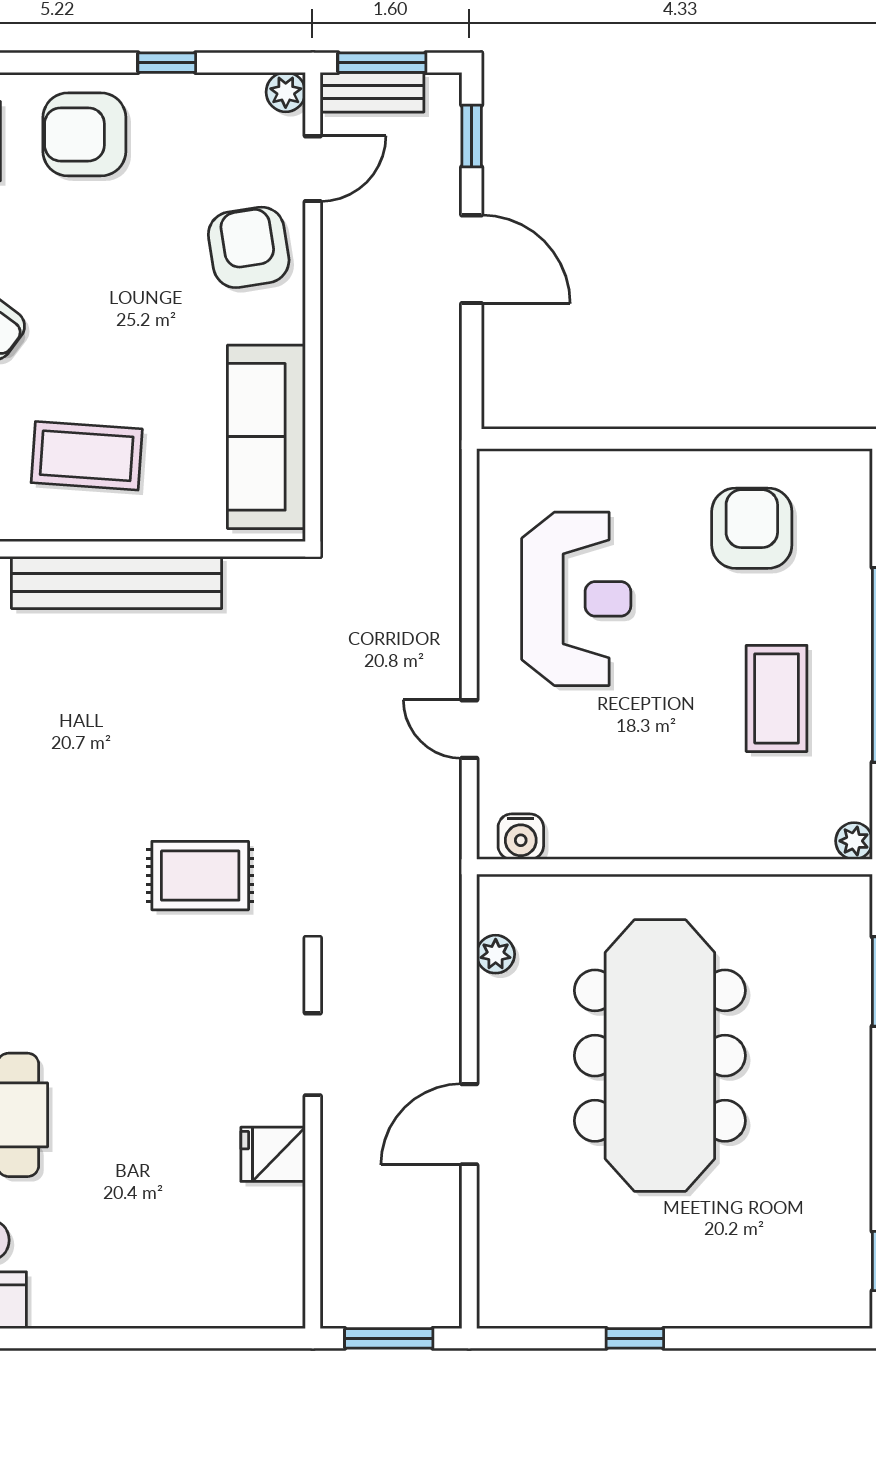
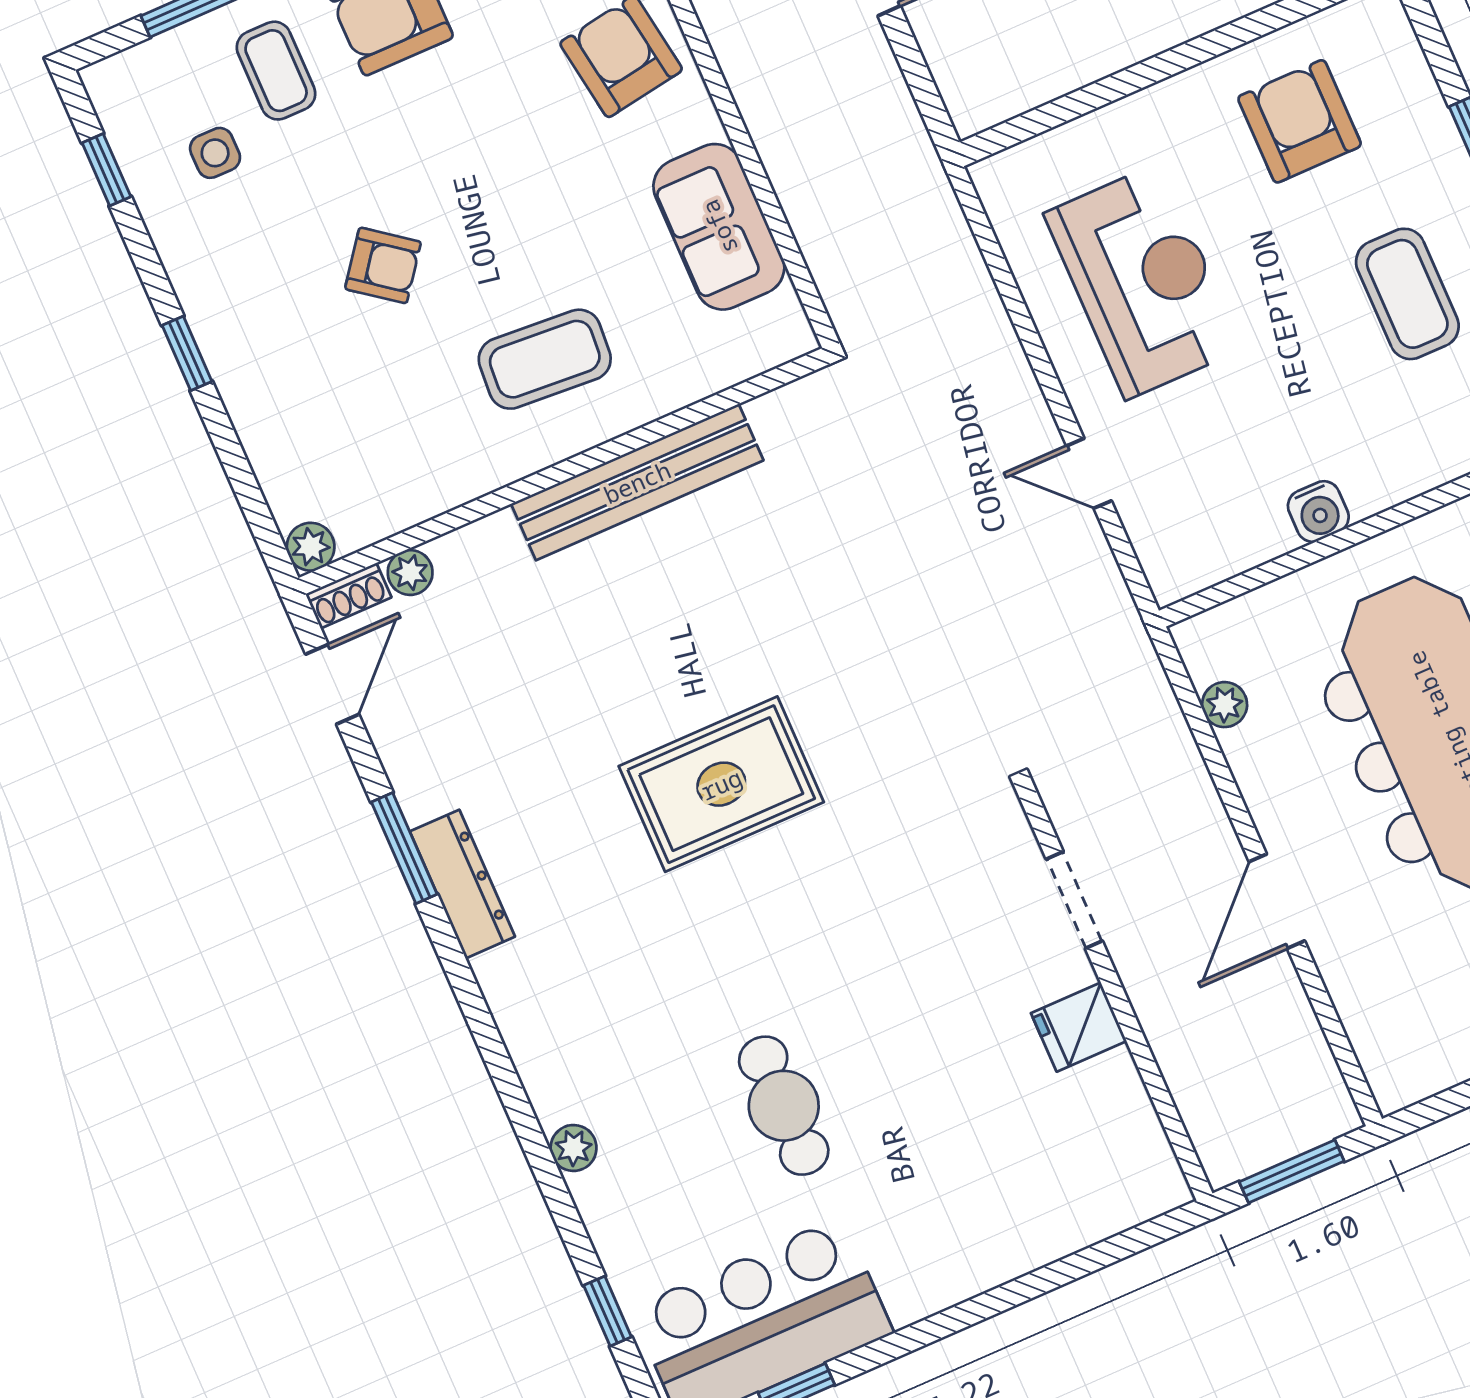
sofa: (266, 437) -> (719, 227), width x0.73
water cooler: (521, 837) -> (1318, 512), moved
rug: (200, 876) -> (721, 784), moved, width x1.36, depth x1.43

